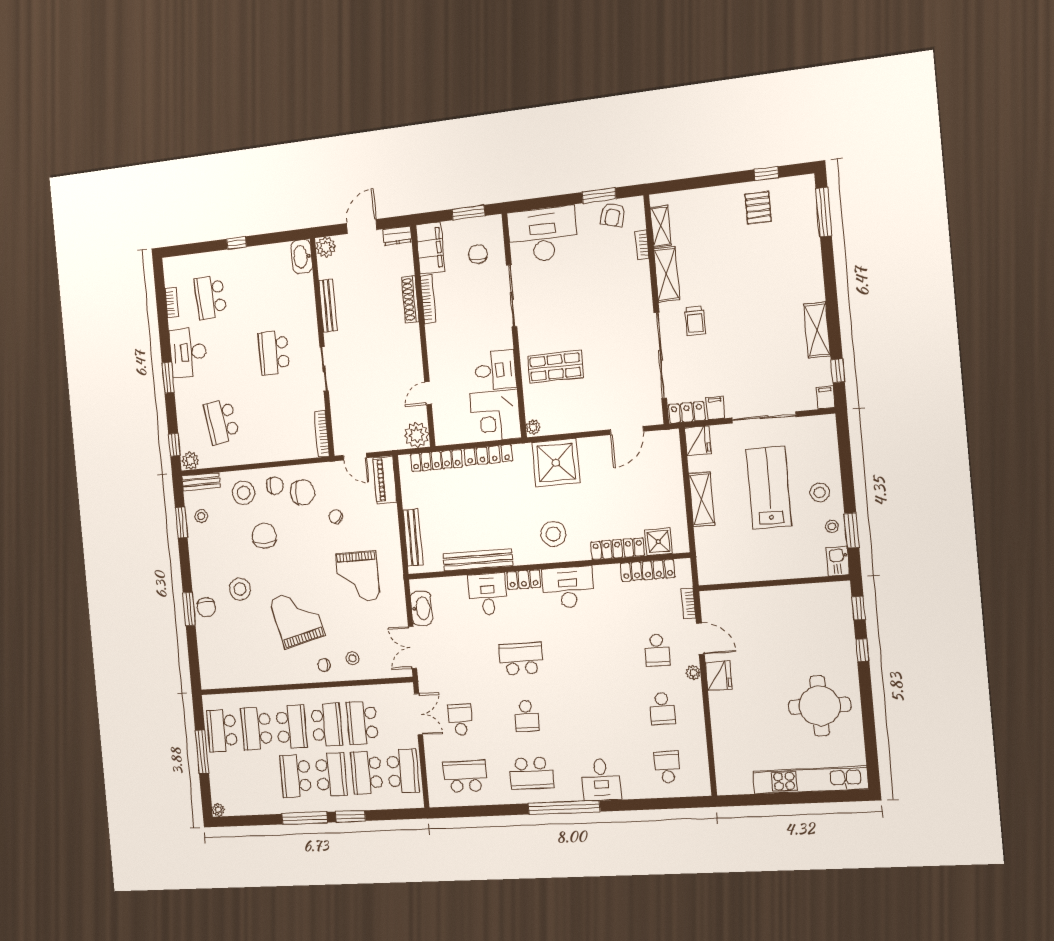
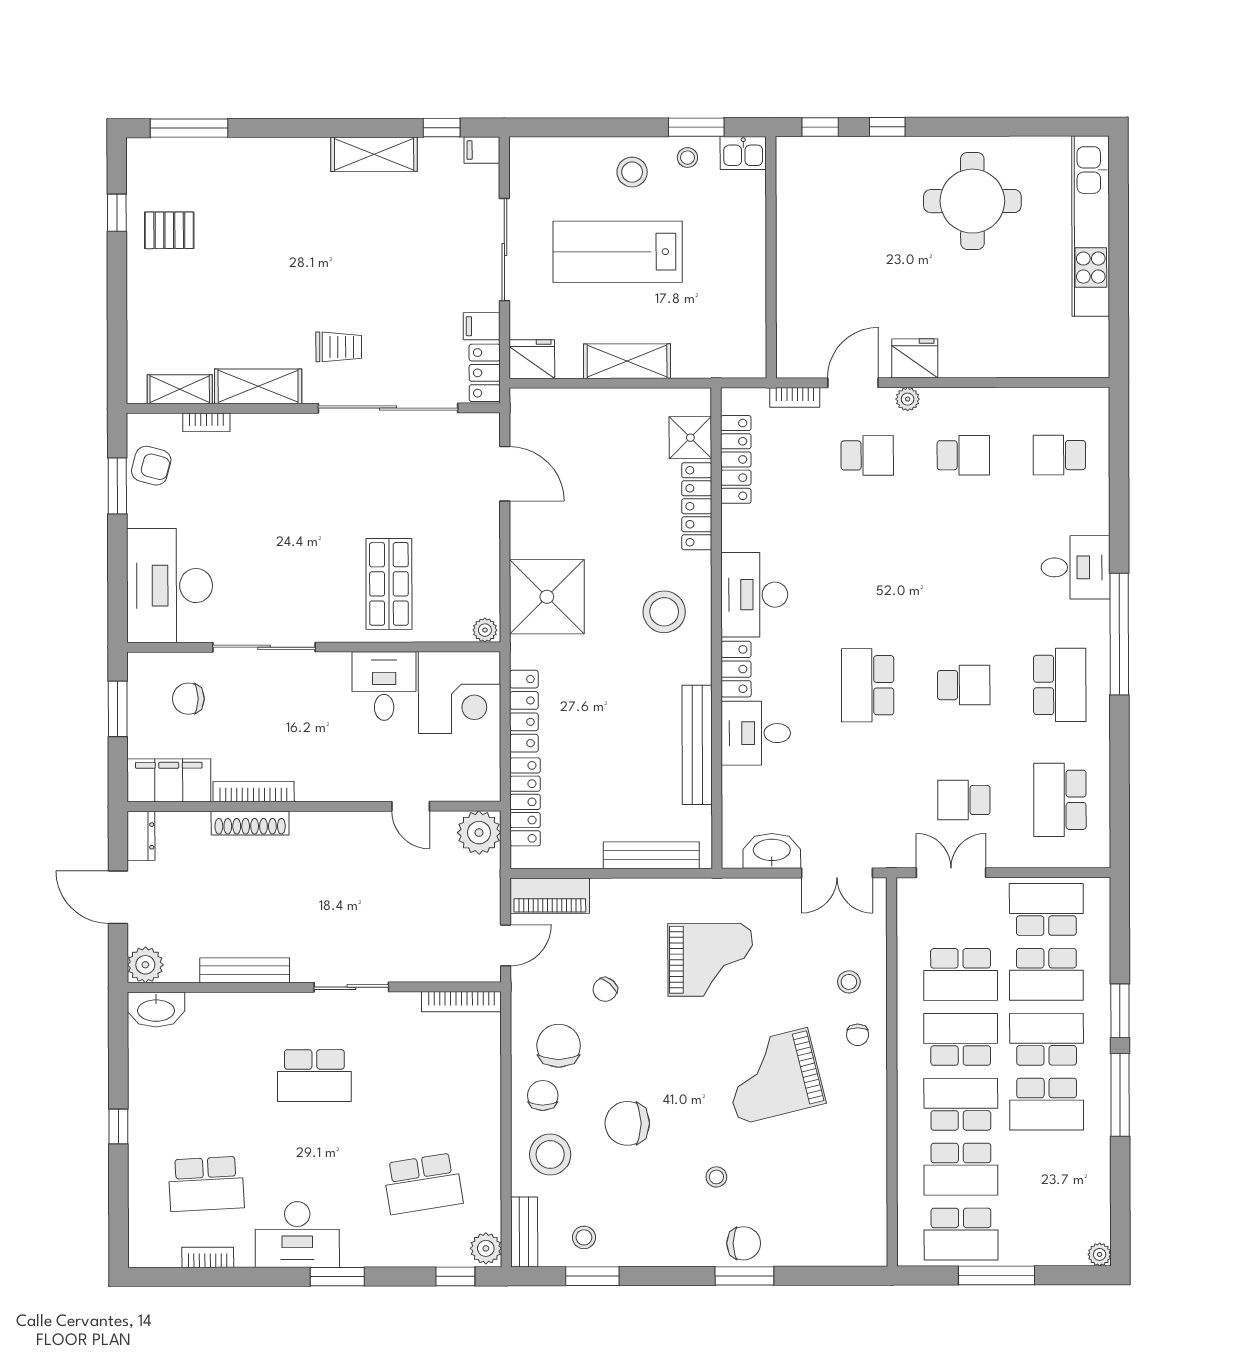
stool: (240, 589) -> (716, 1177), width x0.53, depth x0.53

